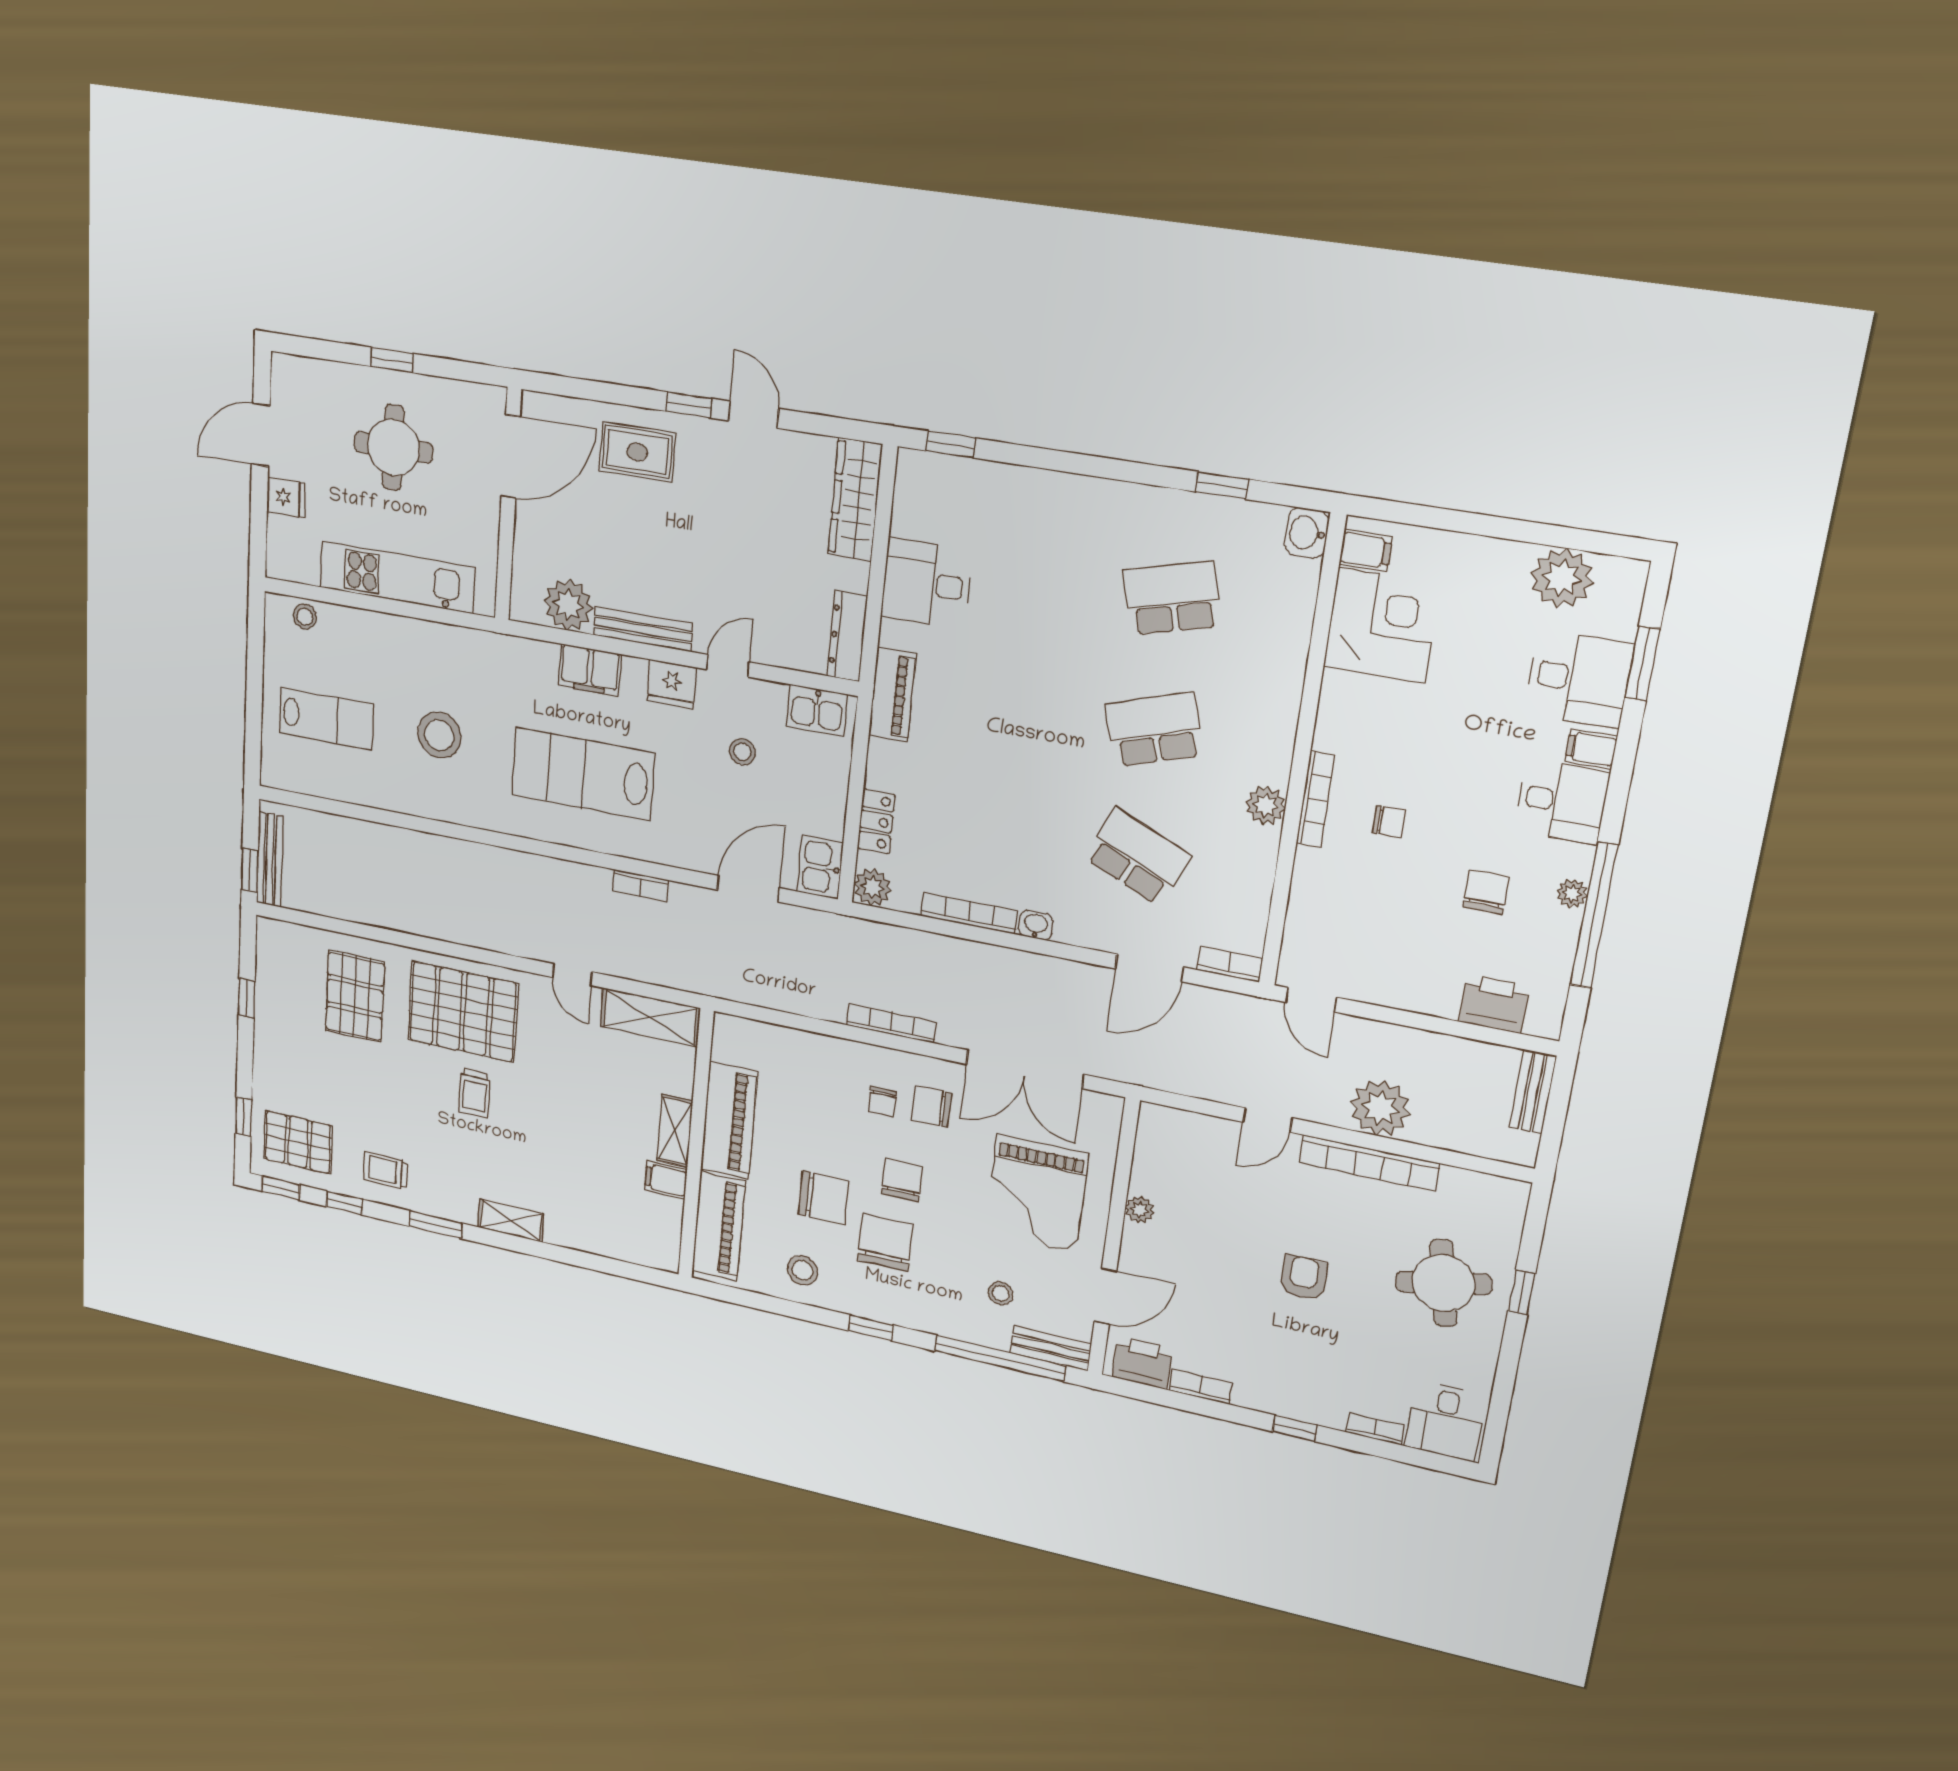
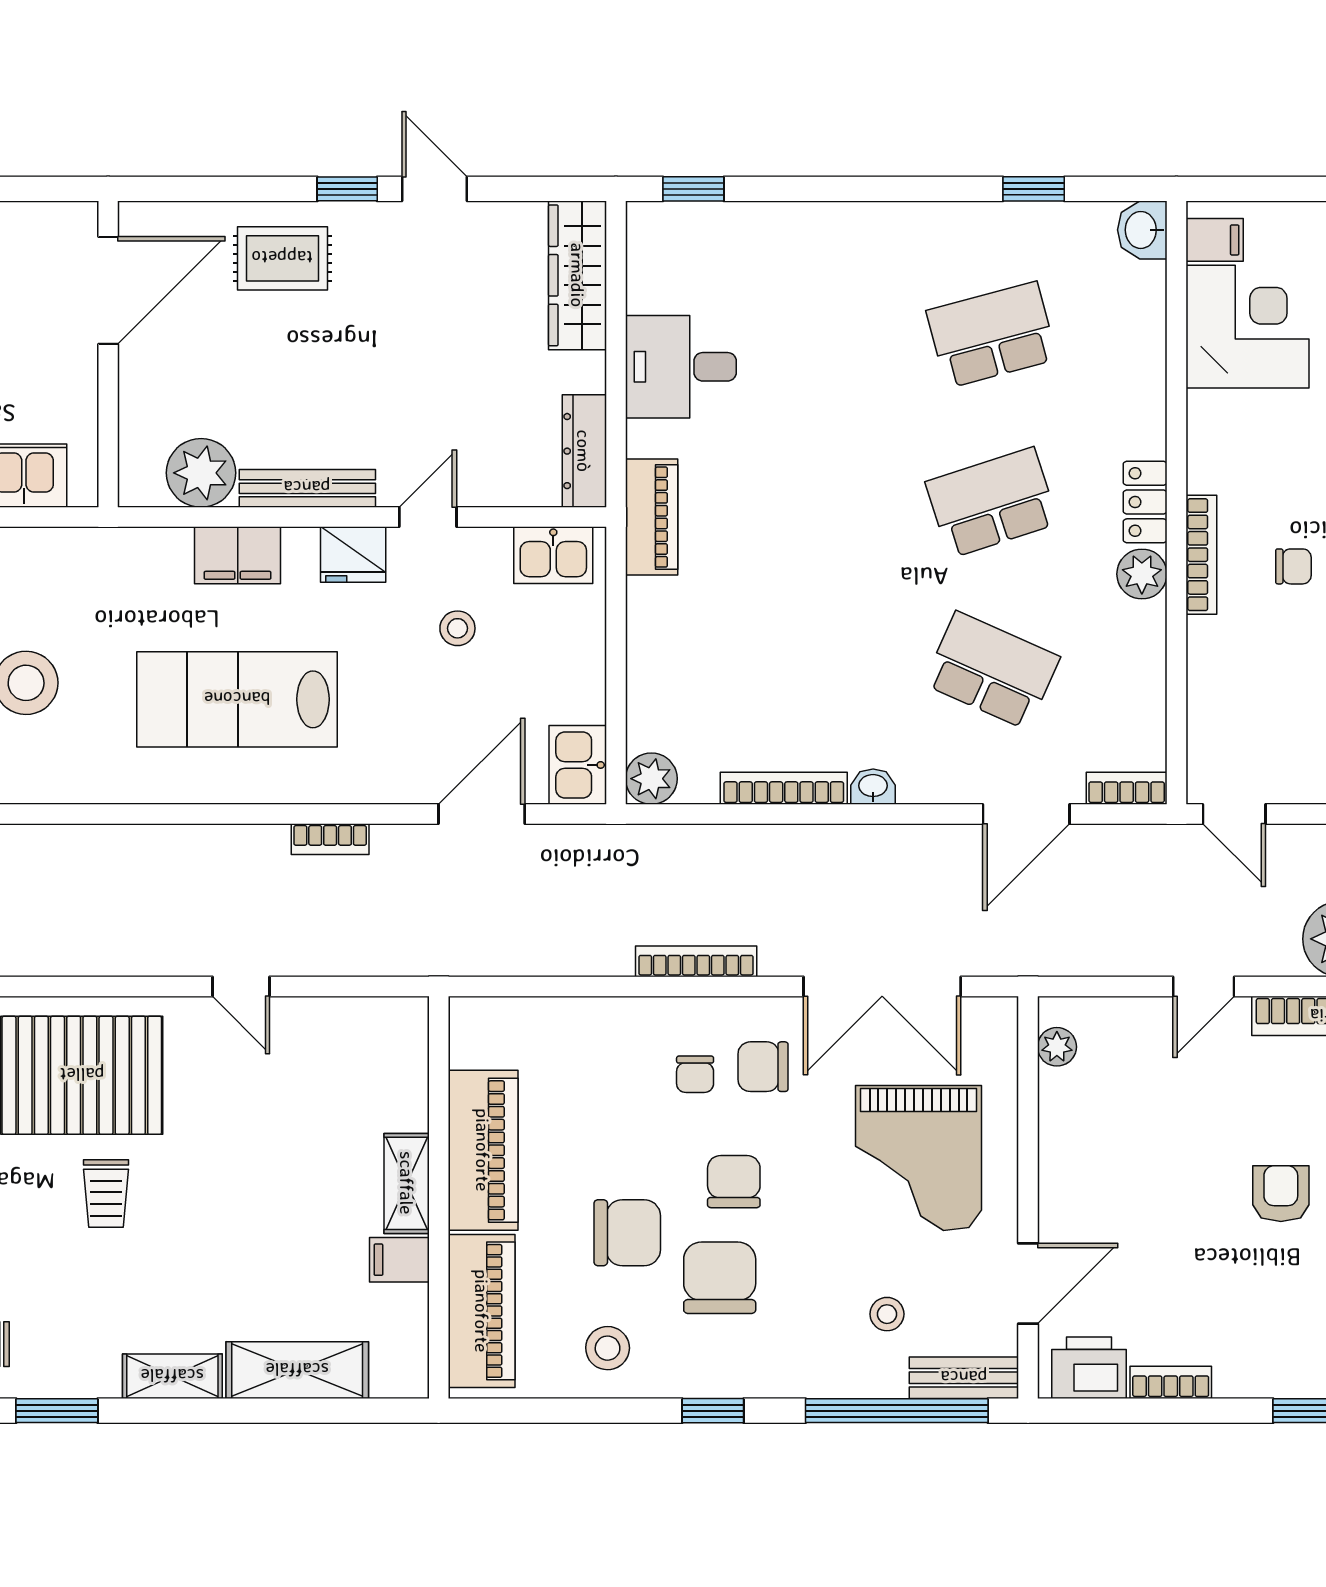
locker: (876, 821) -> (1145, 502), moved, turned 180
shelving: (650, 1017) -> (297, 1370), moved
plant: (1139, 1210) -> (1057, 1047), moved

